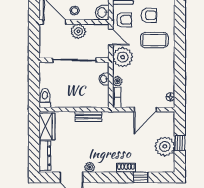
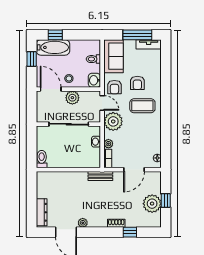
armchair: (149, 15) -> (137, 83), turned 90
armchair: (124, 20) -> (114, 87), turned 90
bench: (88, 116) -> (100, 176), moved
wardrobe: (47, 126) -> (43, 185), removed

